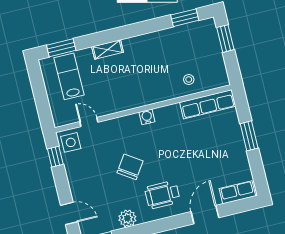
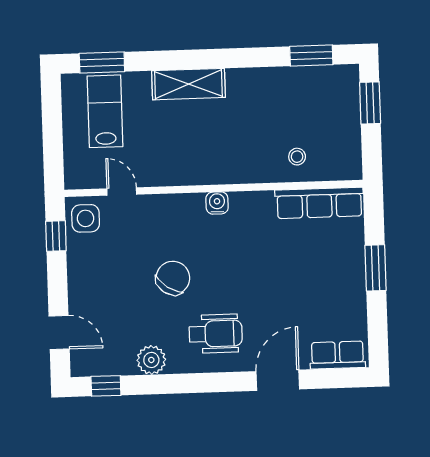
shelving: (108, 49) -> (188, 84), width x1.50, depth x1.33
wheelchair: (162, 195) -> (216, 334), turned 180

